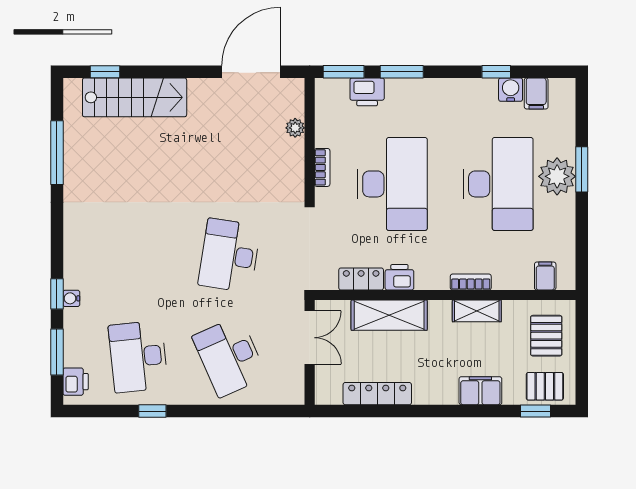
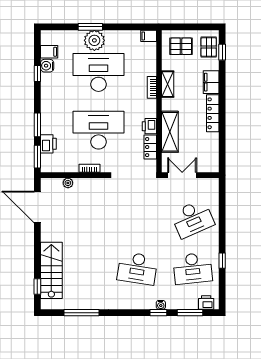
desk: (229, 255) -> (137, 268), moved
filing cabinet: (545, 276) -> (149, 36), moved
locker: (377, 394) -> (213, 113), moved

